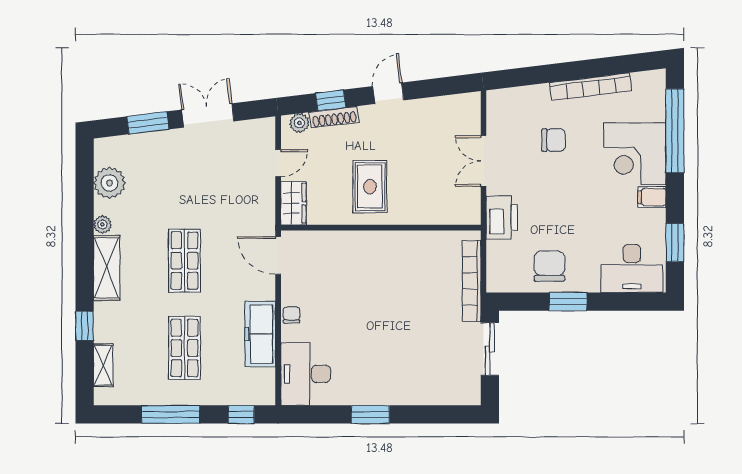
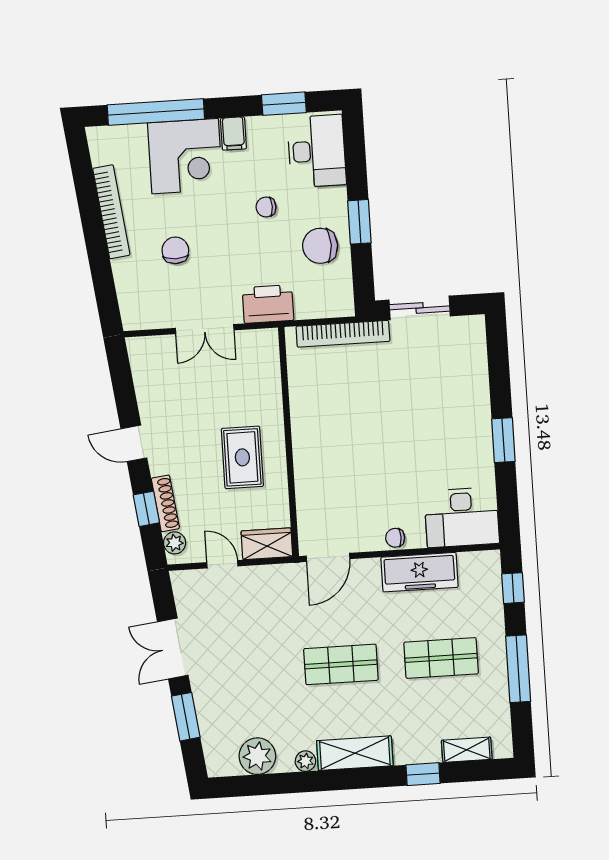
rug: (370, 187) -> (242, 457), turned 90
chair: (586, 221) -> (266, 207), added

